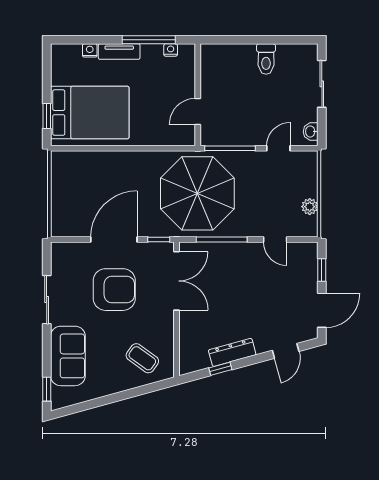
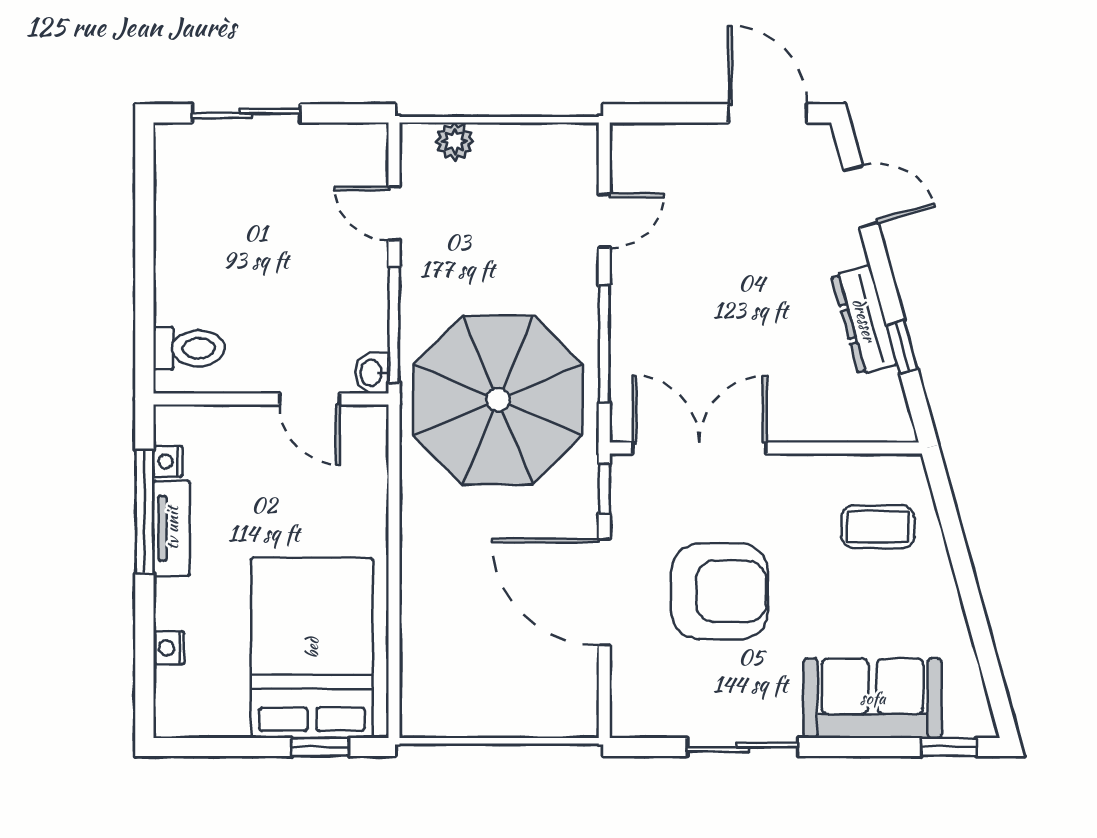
tv unit: (119, 52) -> (172, 528), moved
toilet: (266, 59) -> (189, 348), moved
washbasin: (311, 132) -> (372, 373), moved, turned 90
plant: (310, 207) -> (455, 141), moved
window: (322, 270) -> (675, 113), removed
armchair: (114, 290) -> (720, 591), turned 90
coffee table: (142, 358) -> (878, 527), turned 54

